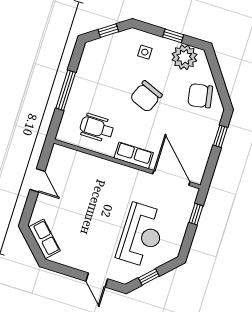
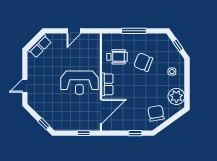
window: (173, 36) -> (187, 86), removed
chair: (146, 96) -> (143, 62), moved
wheelchair: (97, 128) -> (117, 57), turned 90
reception desk: (141, 235) -> (79, 83), moved
window: (149, 277) -> (44, 124), moved

